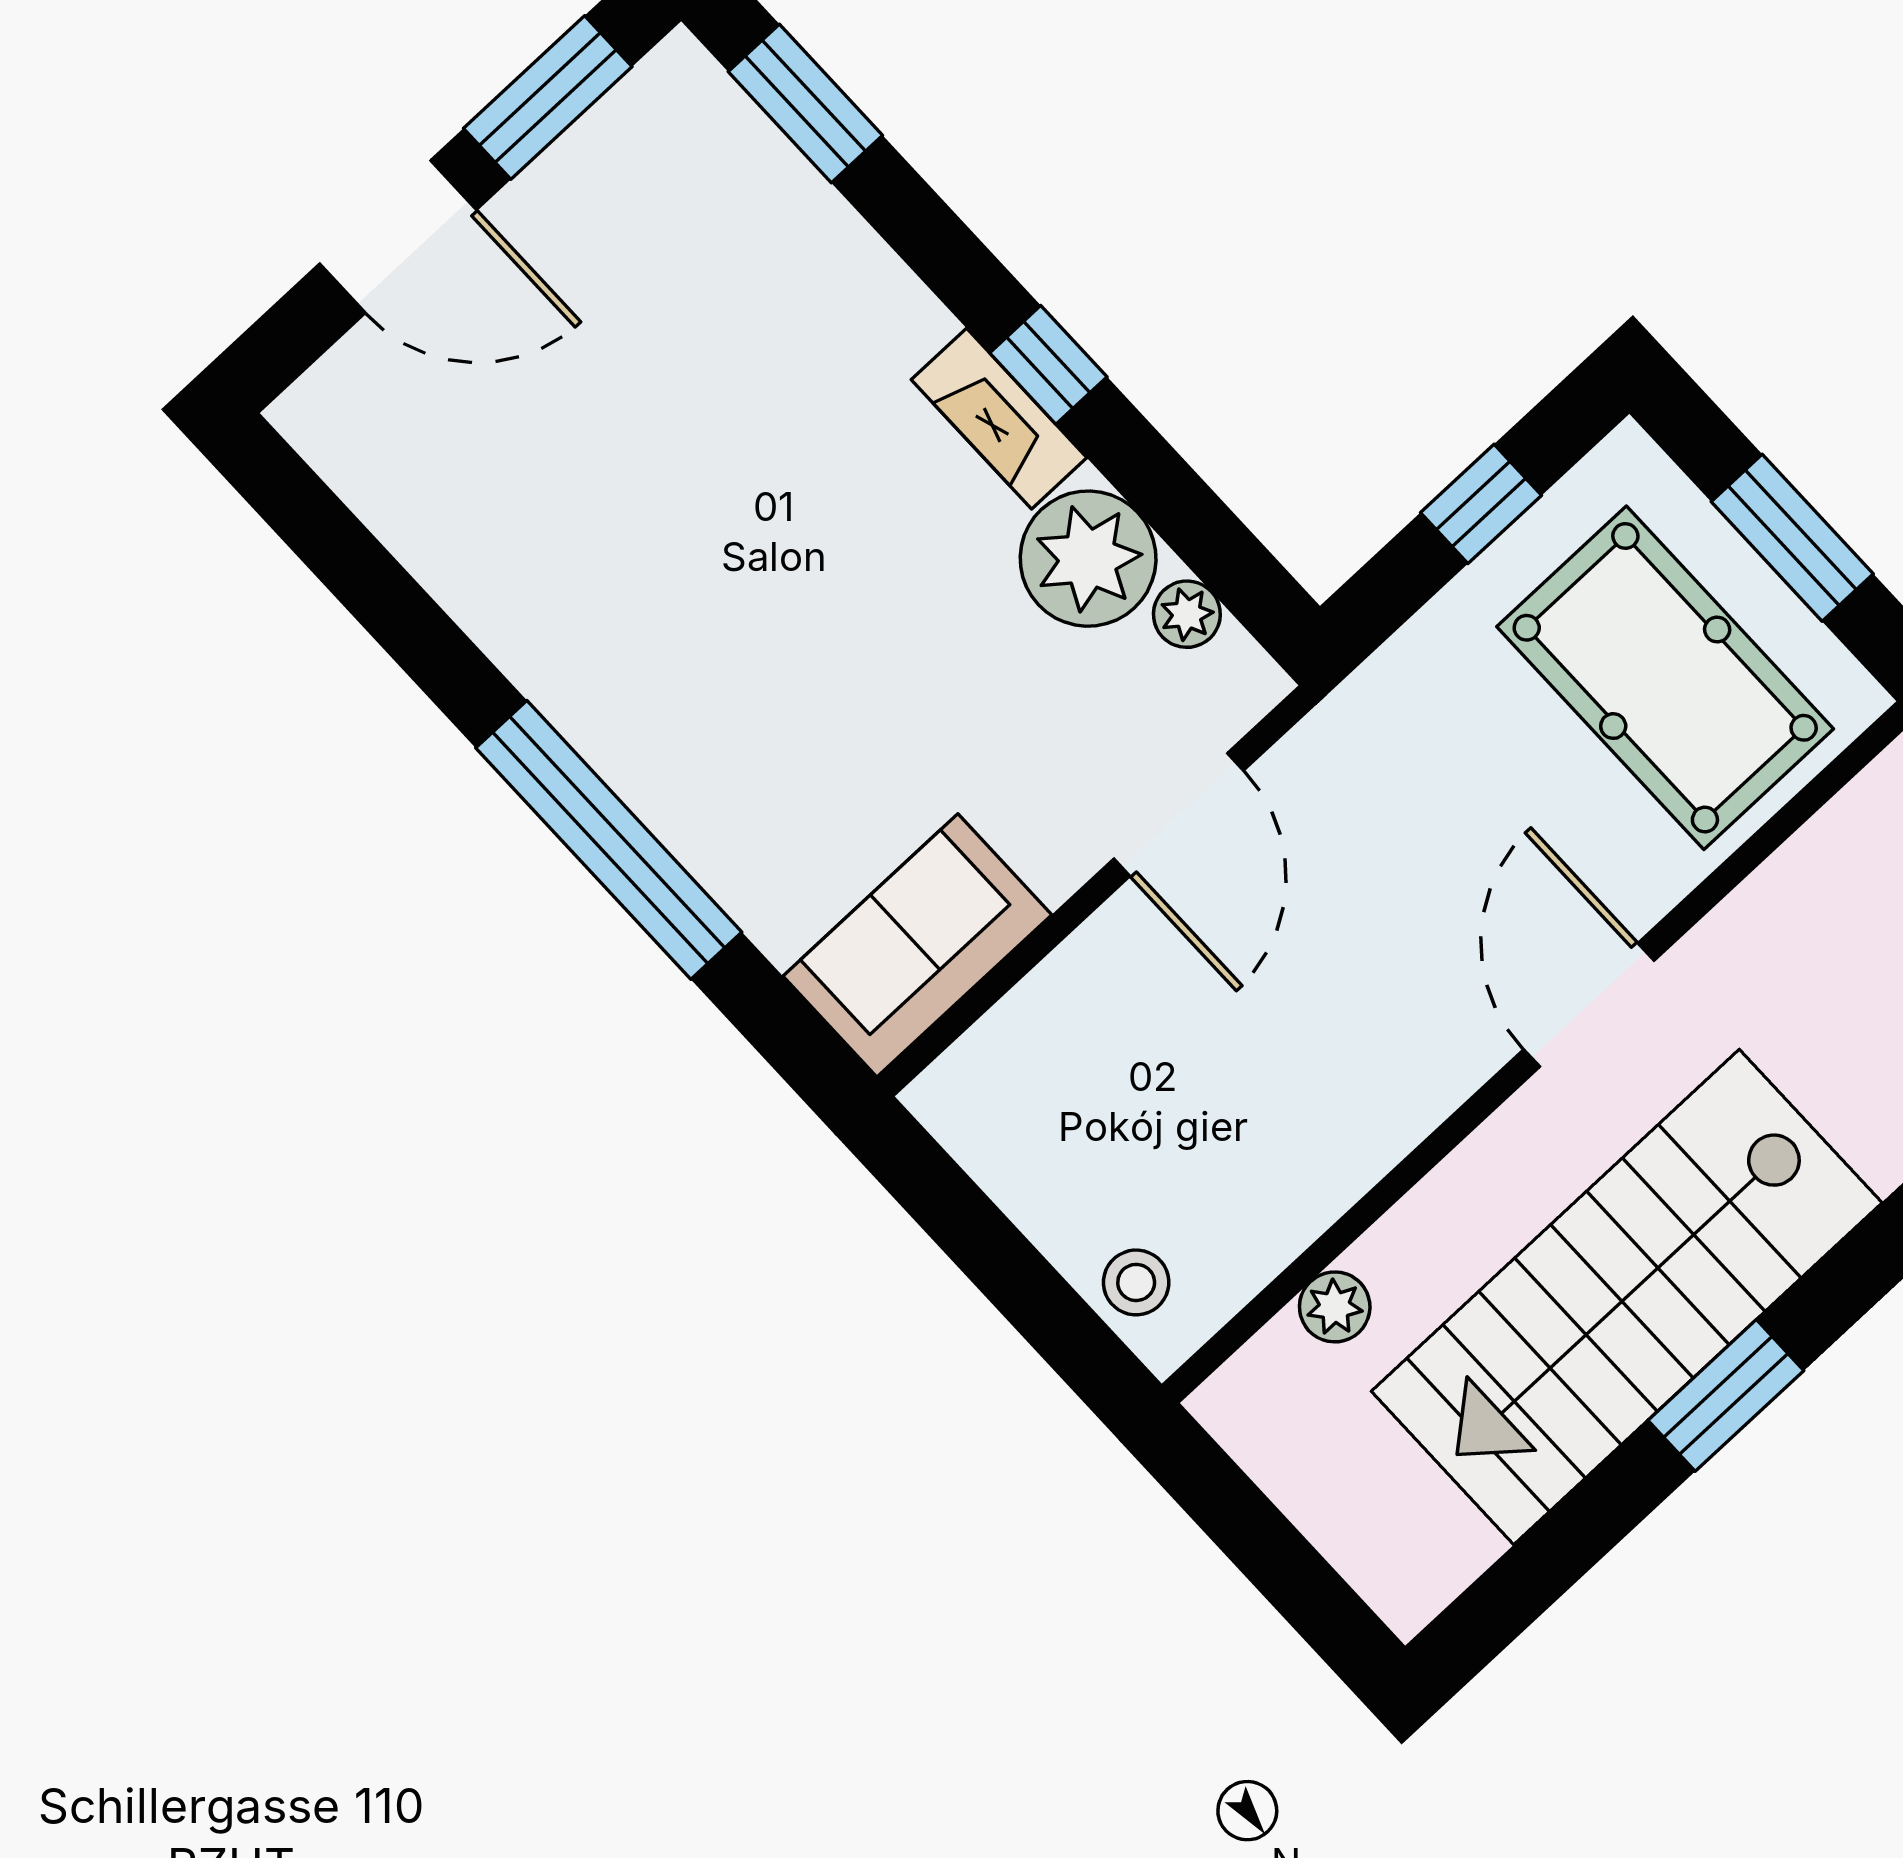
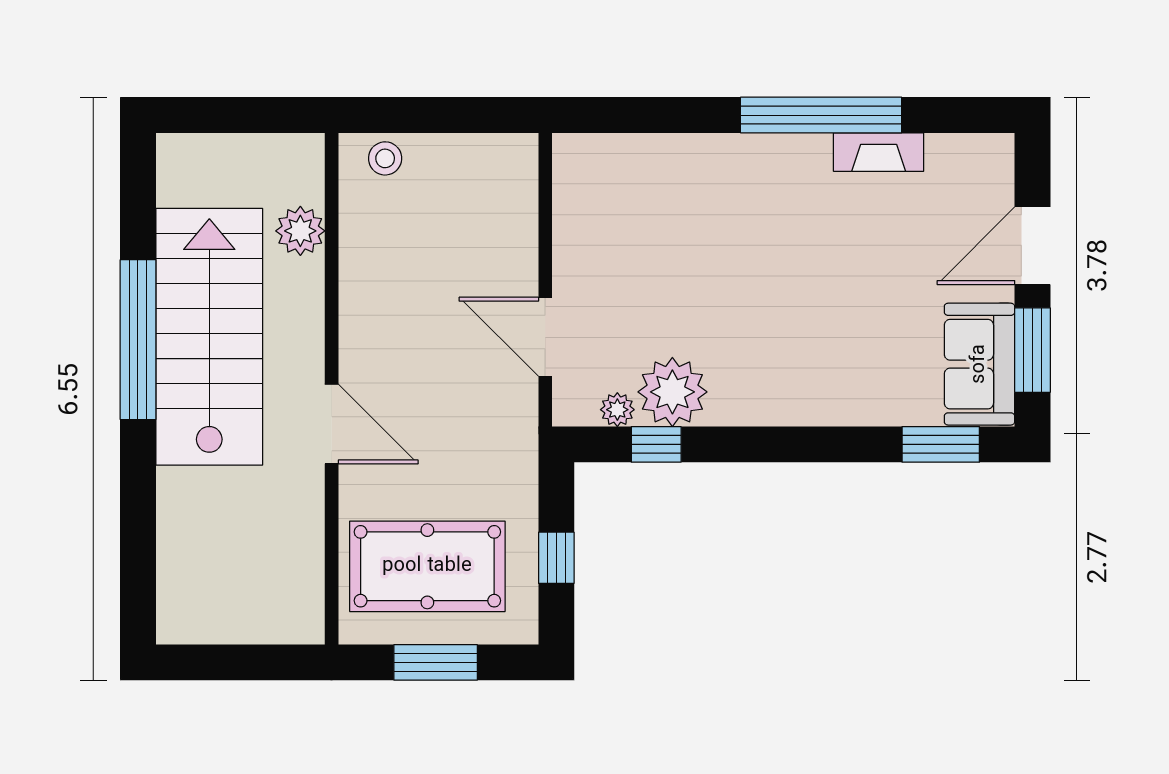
window: (1048, 365) -> (656, 444), moved
fireplace: (999, 419) -> (879, 152), moved, turned 180
window: (609, 840) -> (821, 115), moved
sofa: (917, 945) -> (979, 364), moved, turned 180
plant: (1335, 1307) -> (300, 231), width x1.38, depth x1.38
window: (1726, 1395) -> (138, 340), width x2.11

